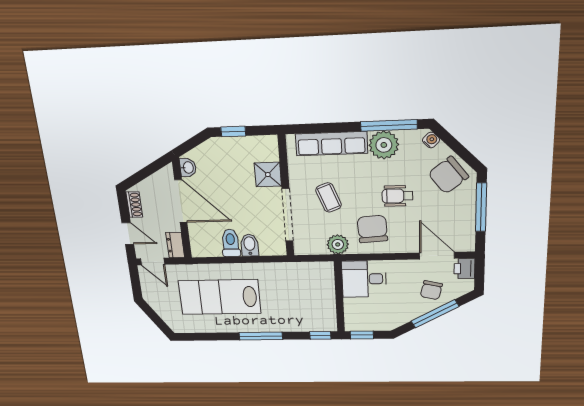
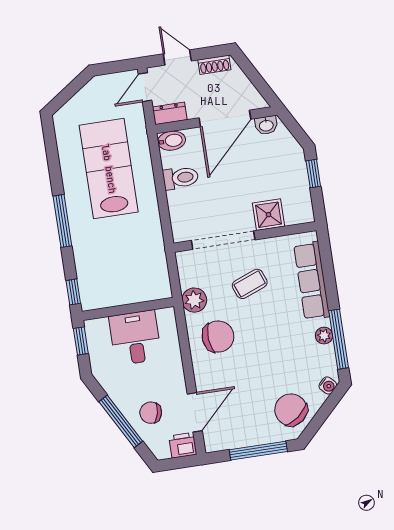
plant: (384, 145) -> (324, 336), width x0.53, depth x0.53
wheelchair: (397, 196) -> (261, 359), removed
door: (128, 234) -> (177, 57), swing flipped
bidet: (250, 245) -> (172, 141), moved
desk: (364, 279) -> (135, 338), moved

